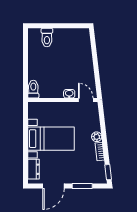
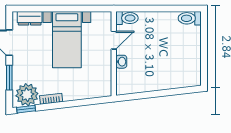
toilet: (47, 38) -> (190, 18), moved
door: (86, 100) -> (114, 40), moved
plant: (97, 137) -> (27, 95), moved, width x1.88, depth x1.88

